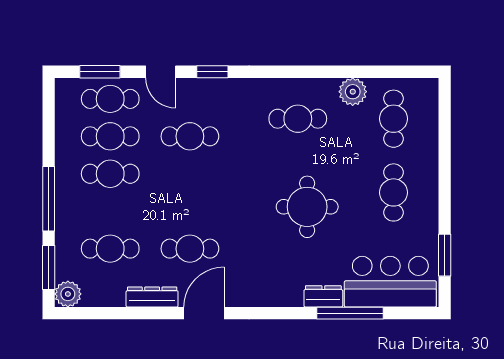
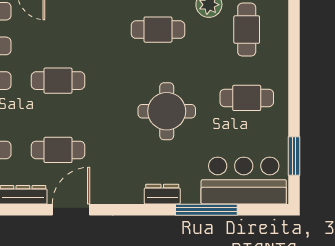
cafe table: (190, 136) -> (58, 81), moved
cafe table: (394, 192) -> (247, 98), turned 90
dresser: (323, 296) -> (162, 194), moved

